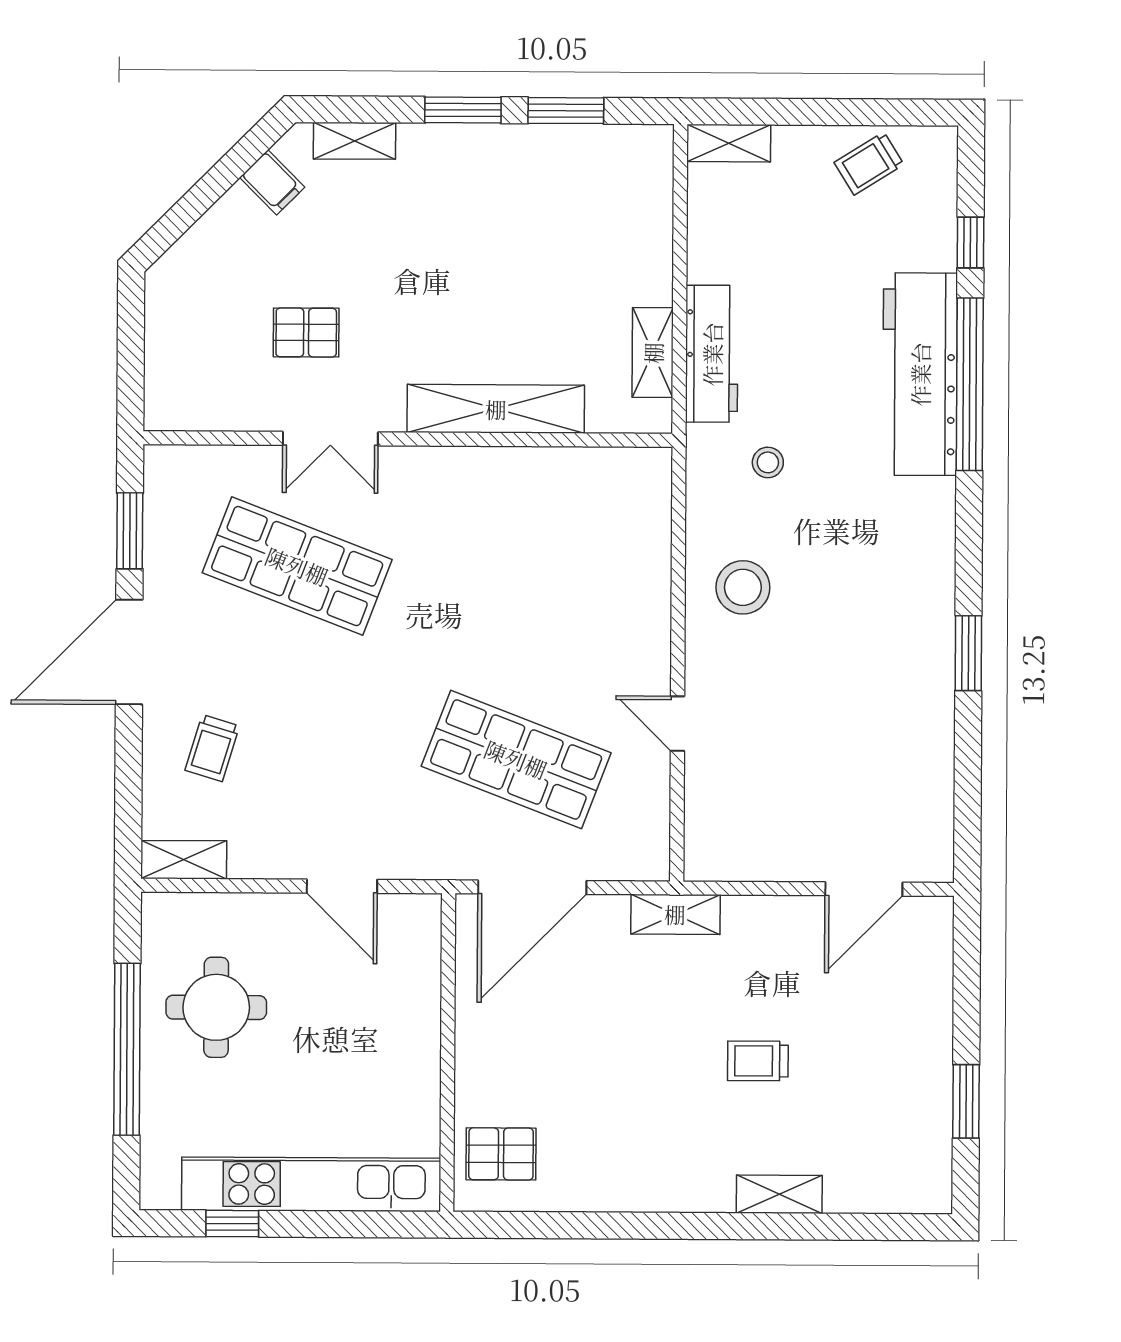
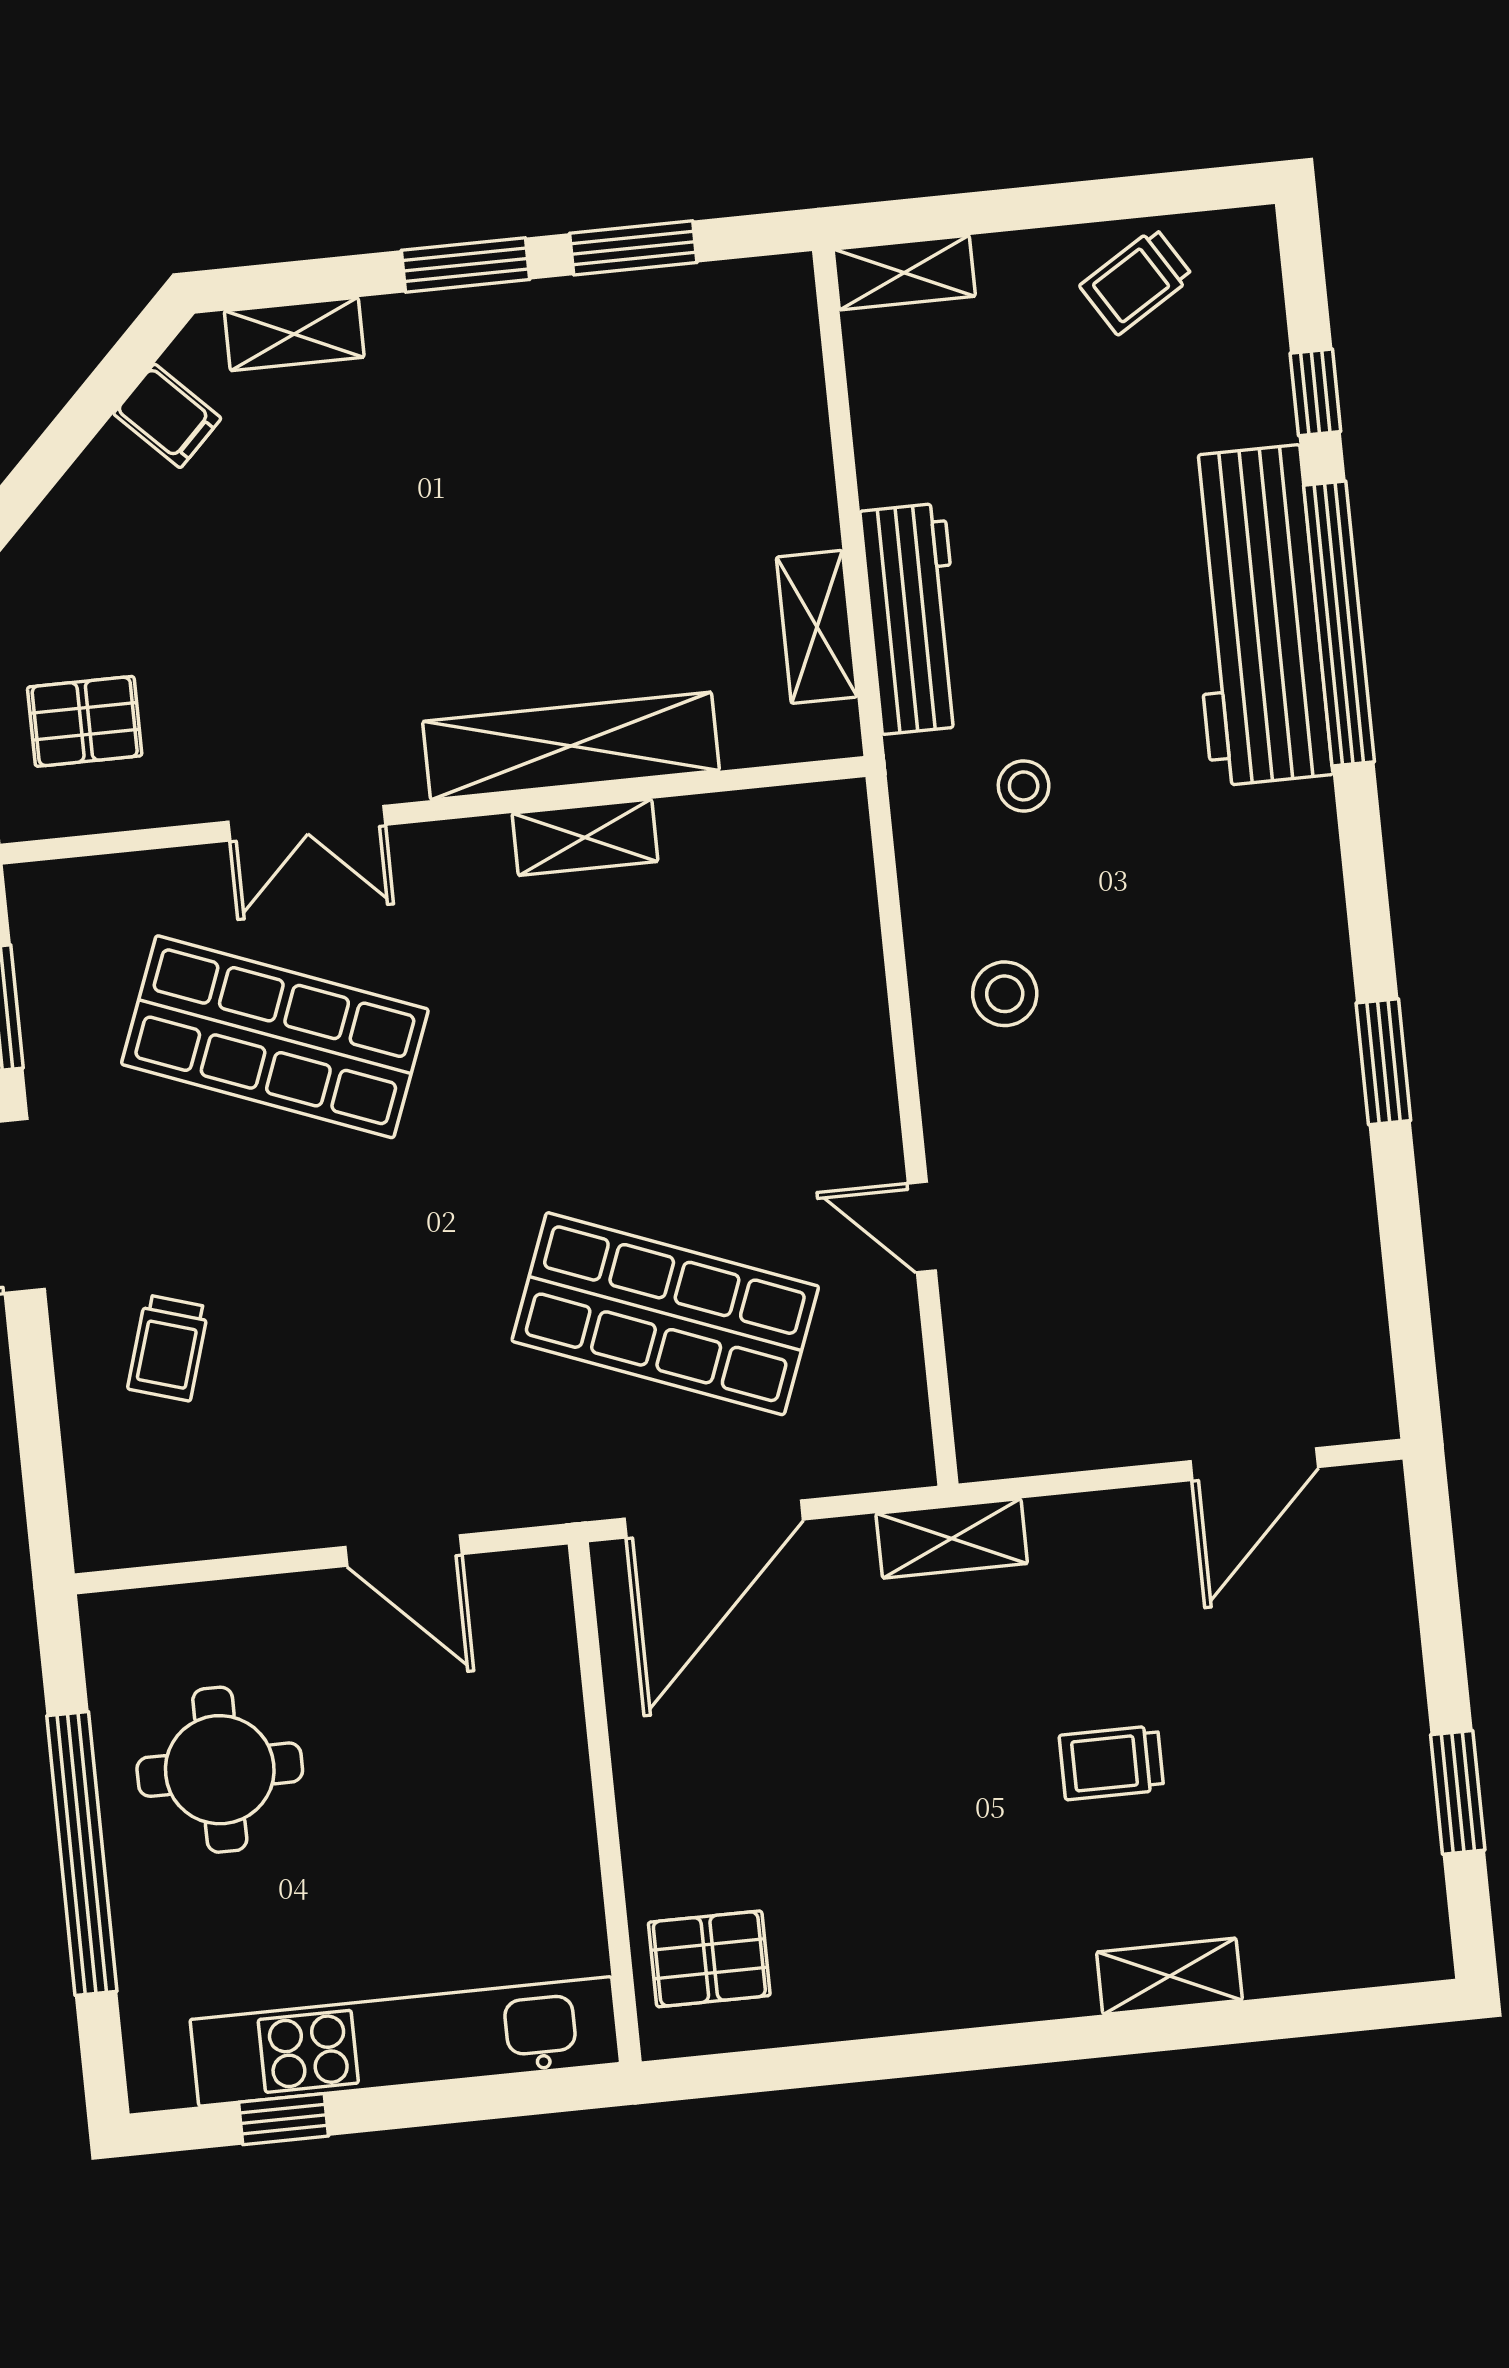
pallet: (306, 332) -> (85, 721), moved
stool: (743, 587) -> (1005, 994), width x0.73, depth x0.73
shelving: (184, 860) -> (585, 837), moved

